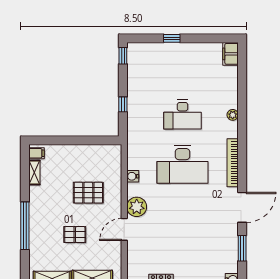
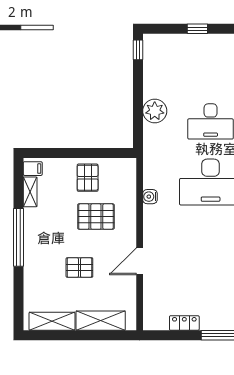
window: (123, 104) -> (138, 109), removed
pallet: (82, 161) -> (88, 178), added
plant: (137, 207) -> (155, 111), moved
window: (25, 226) -> (19, 237), moved

